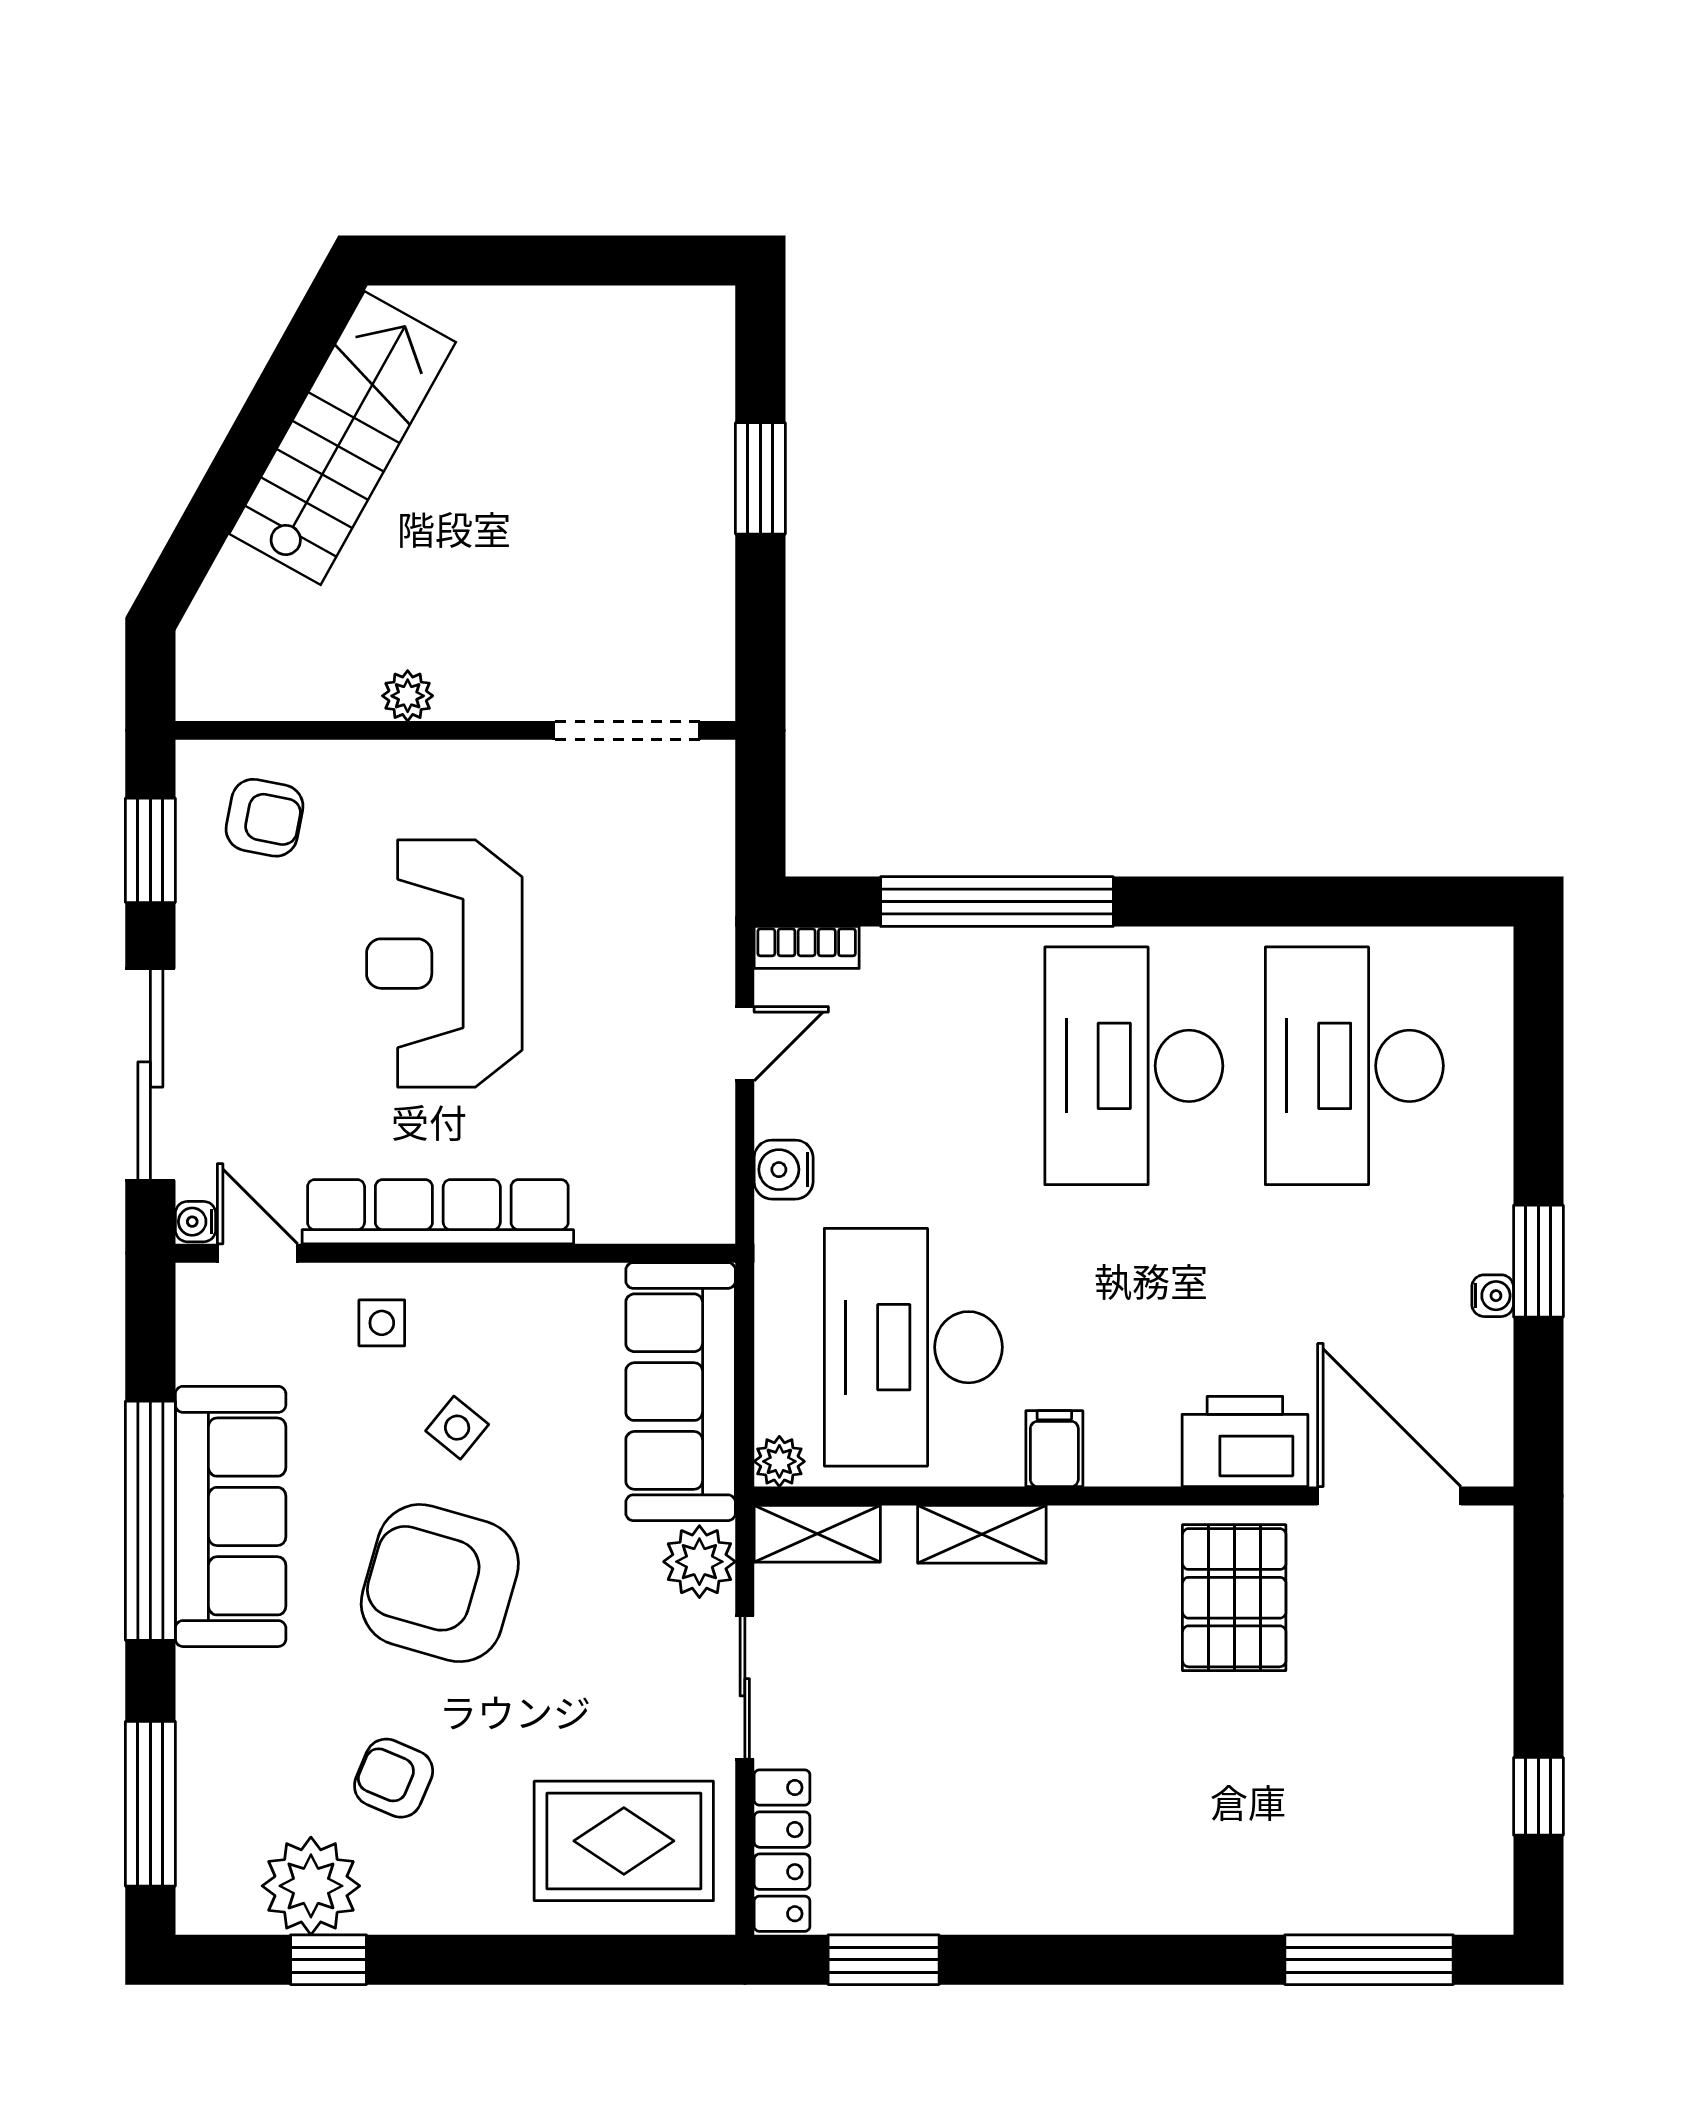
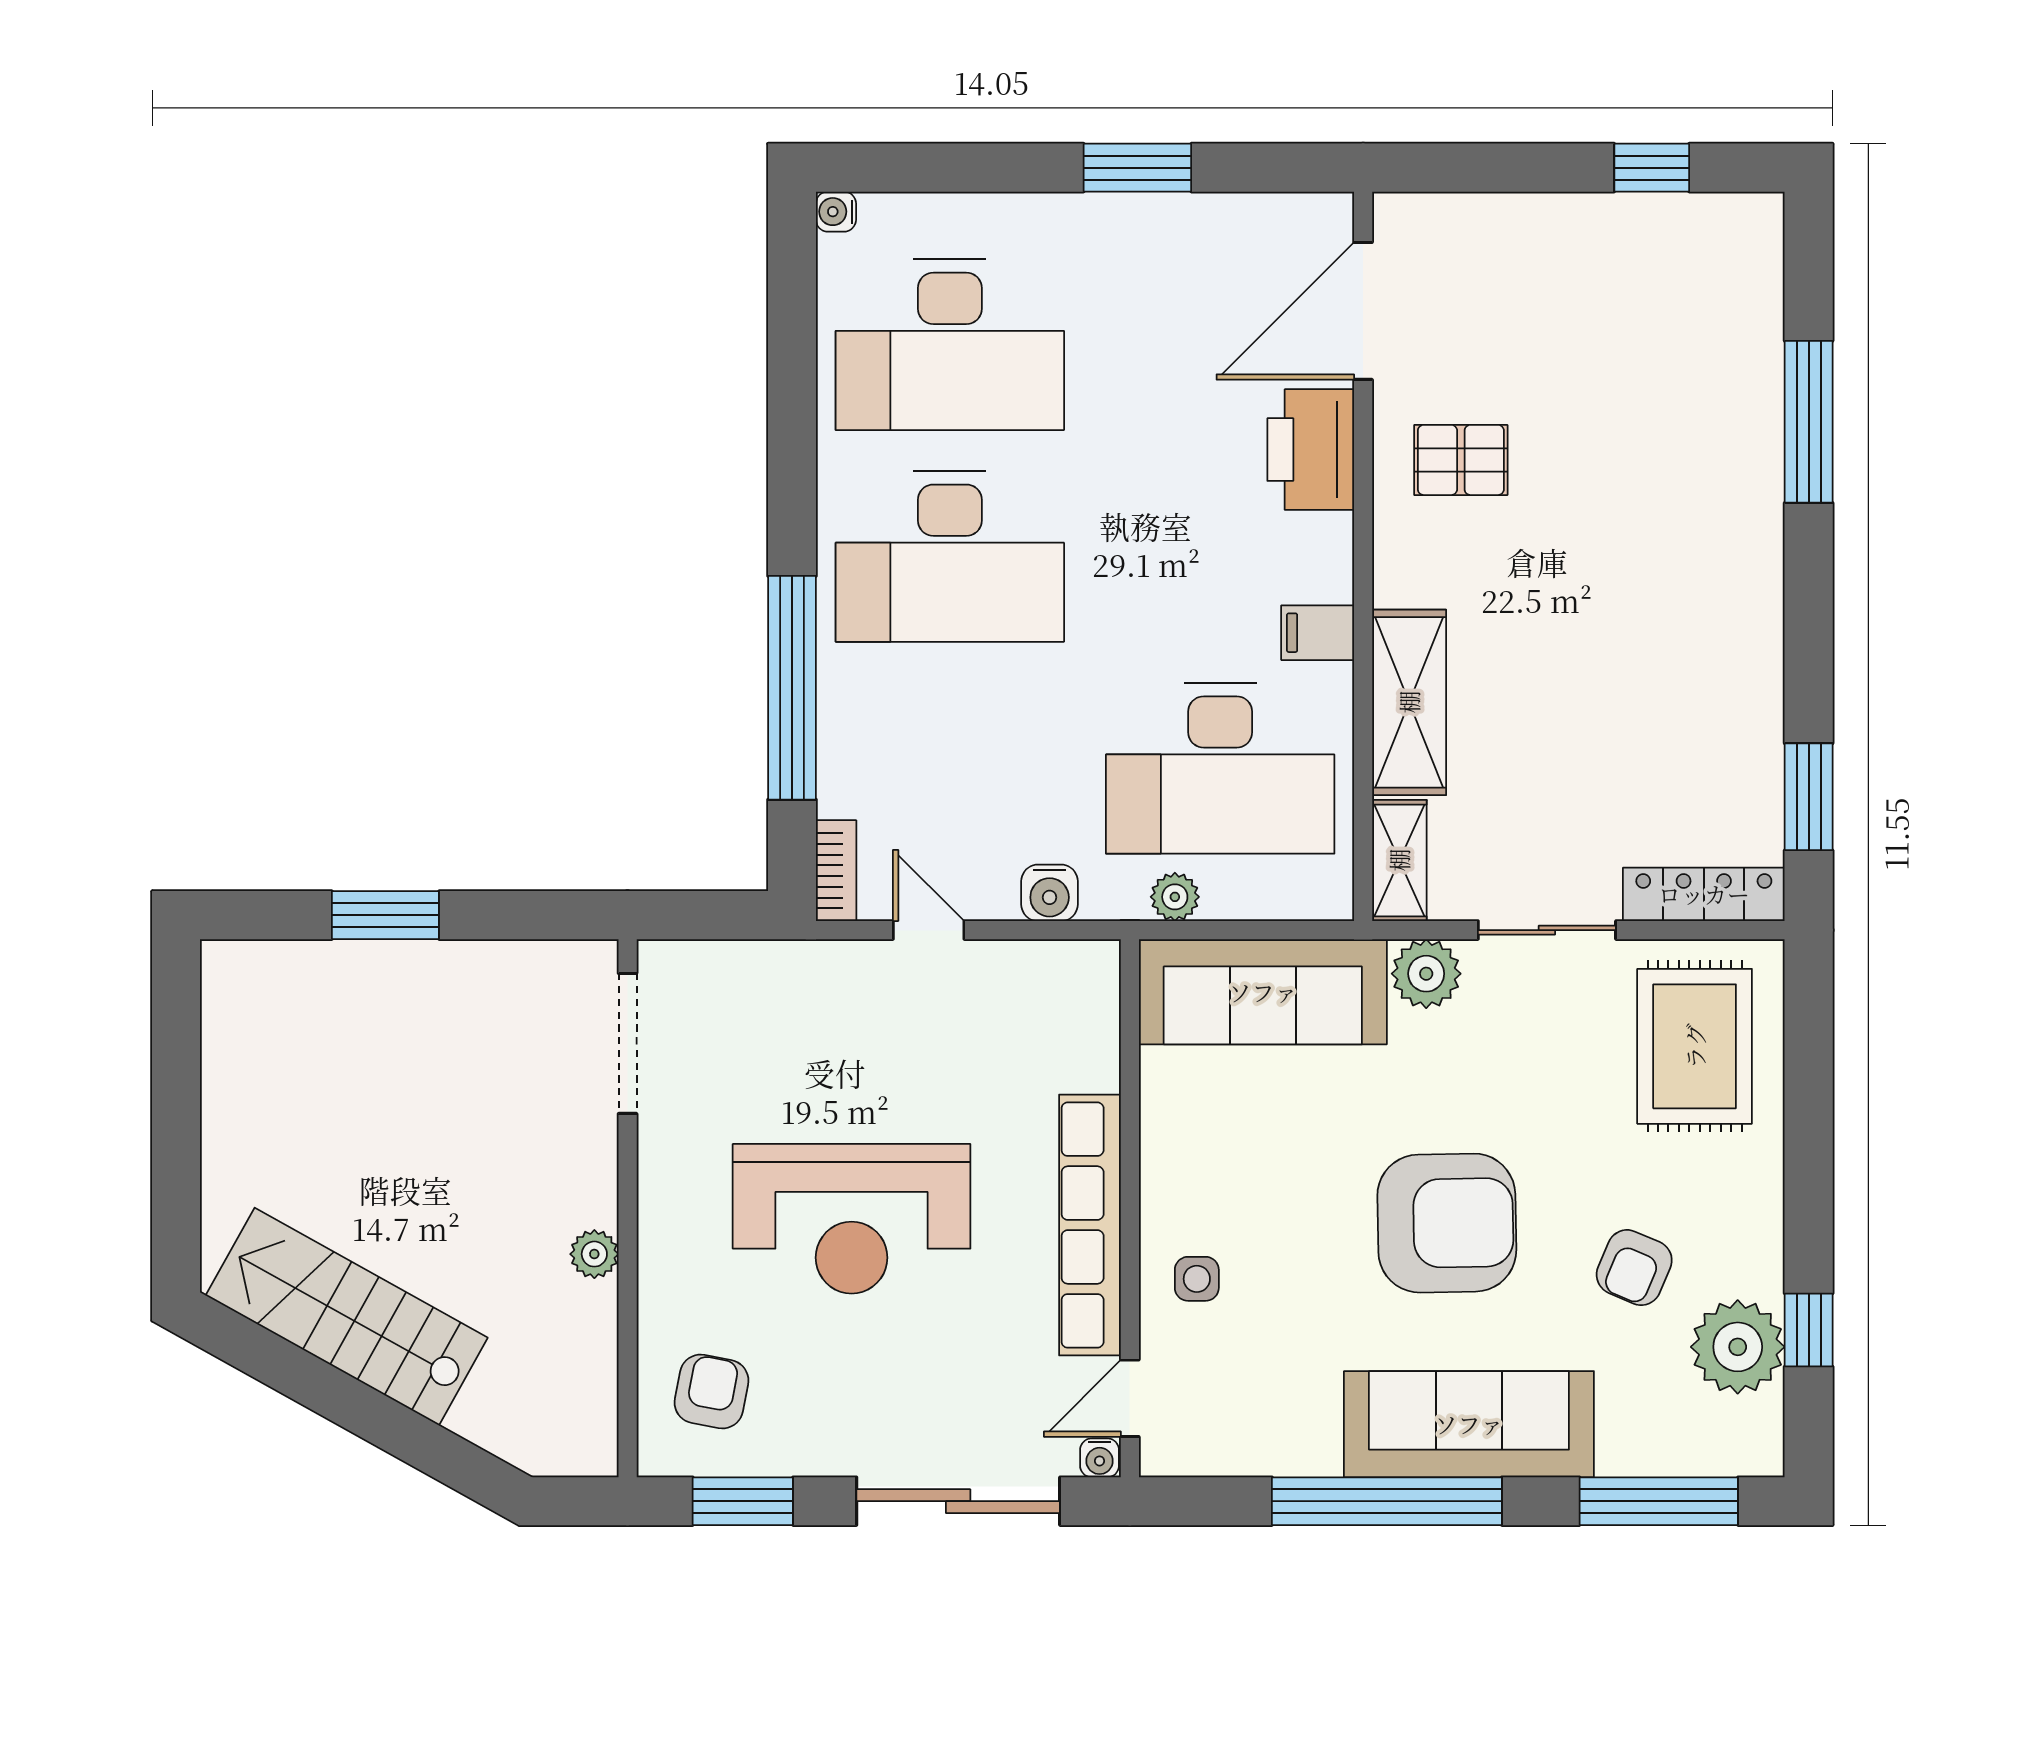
water cooler: (1493, 1296) -> (836, 212), moved, turned -90
side table: (457, 1428) -> (1297, 1206), removed
plant: (779, 1461) -> (1175, 897), moved
sofa: (231, 1516) -> (1469, 1424), moved
shelving: (982, 1534) -> (1409, 702), width x1.50, depth x1.33
armchair: (440, 1583) -> (1447, 1223), turned -107
pallet: (1234, 1598) -> (1461, 460), width x0.67, depth x0.71
window: (1369, 1960) -> (1809, 422), moved

